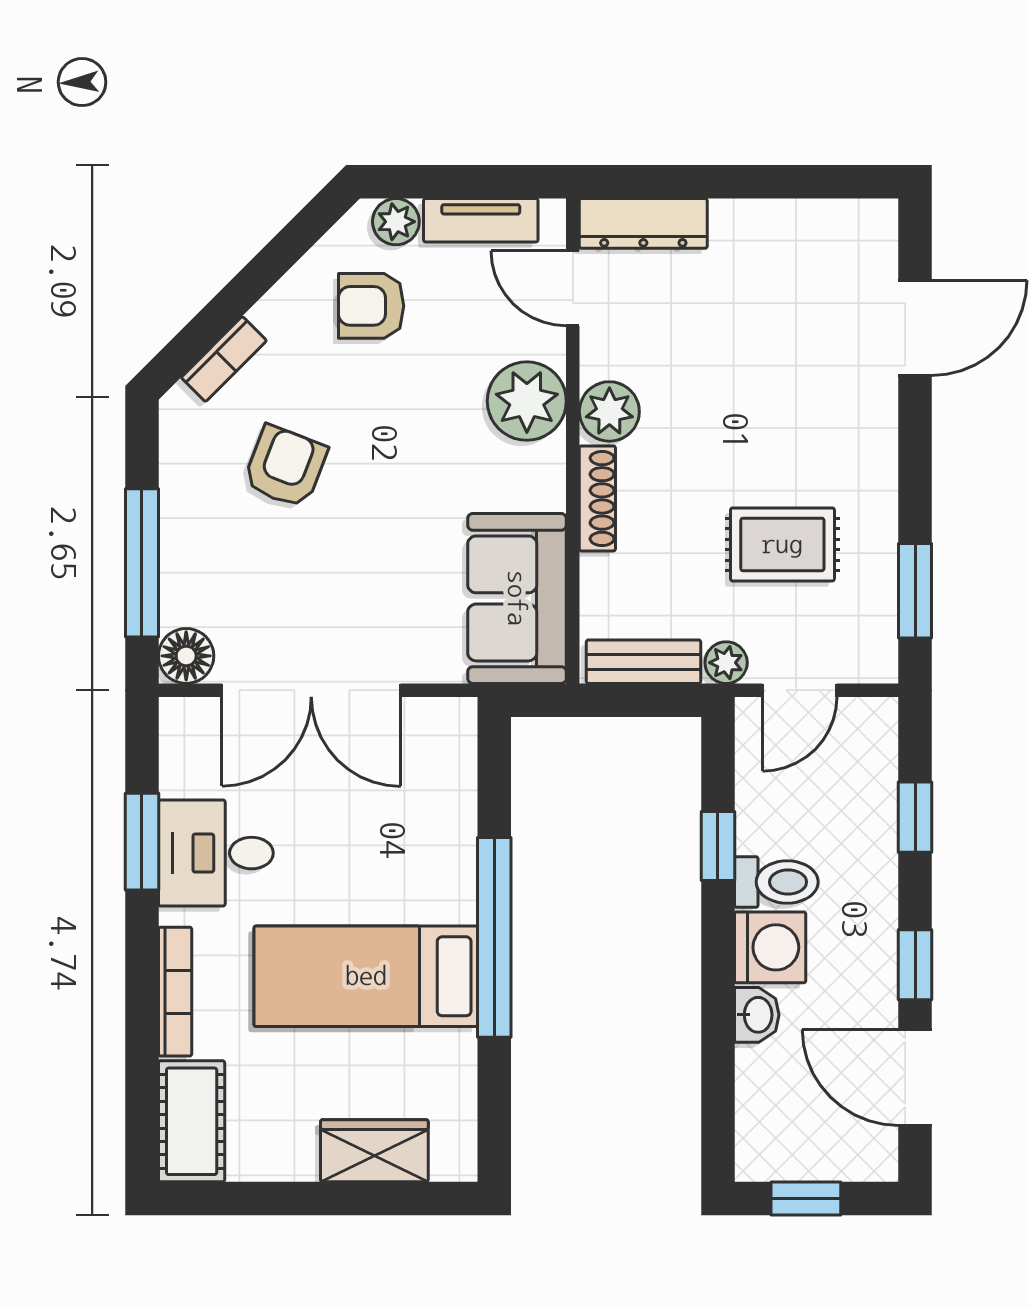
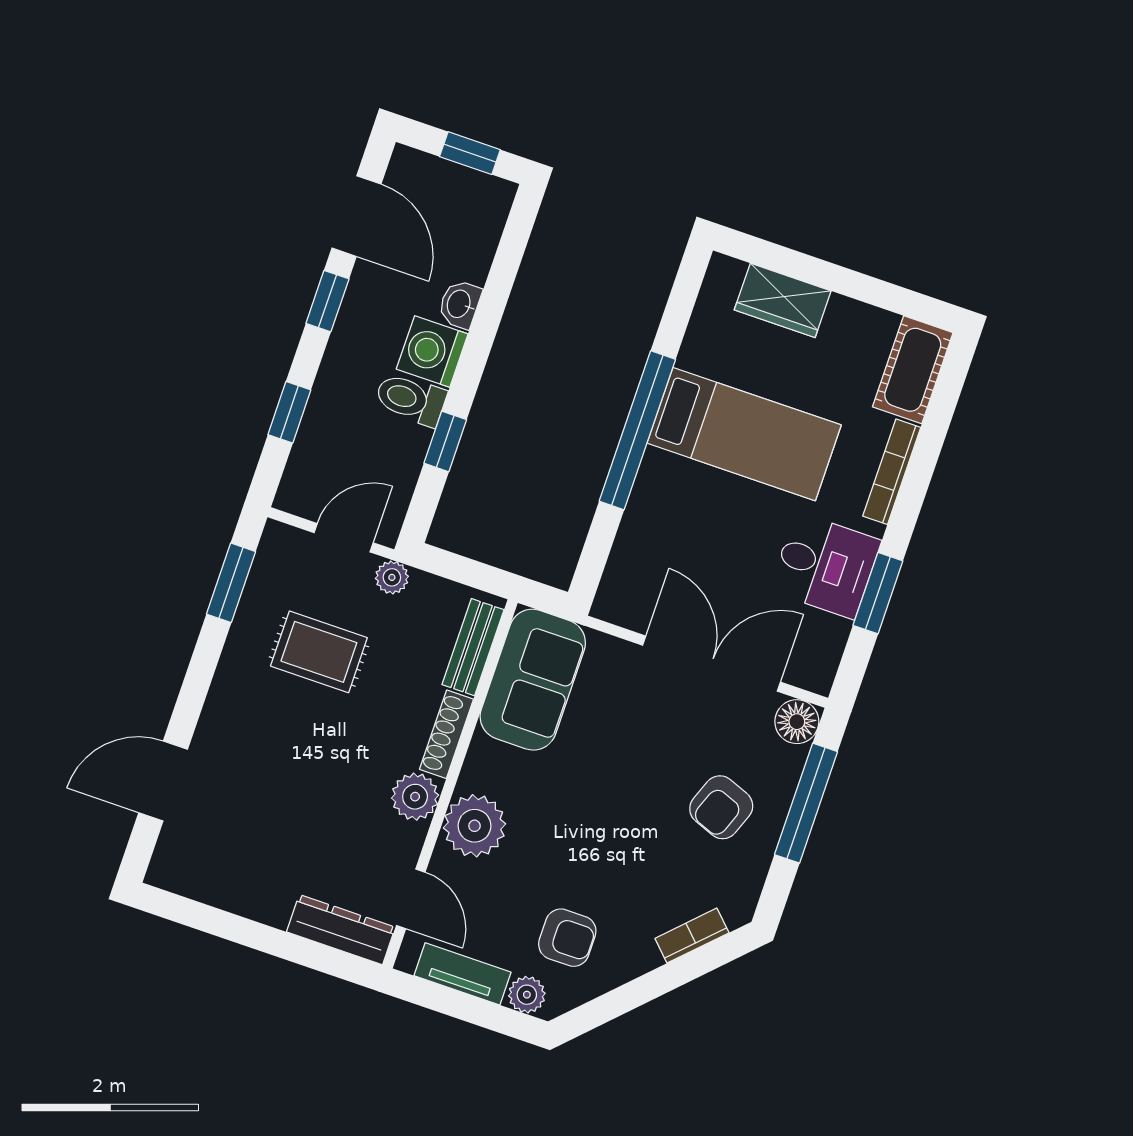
armchair: (285, 467) -> (721, 807), moved
bench: (644, 662) -> (473, 647), moved, turned 90

